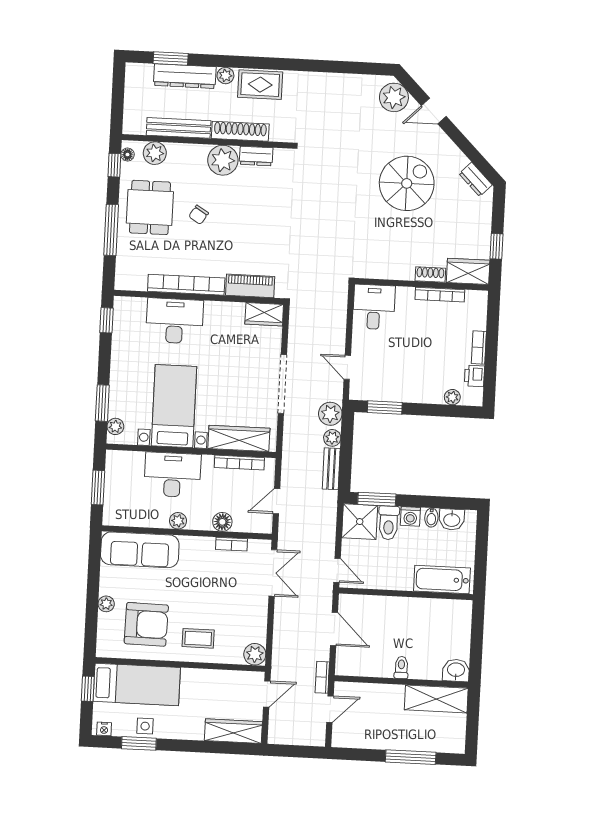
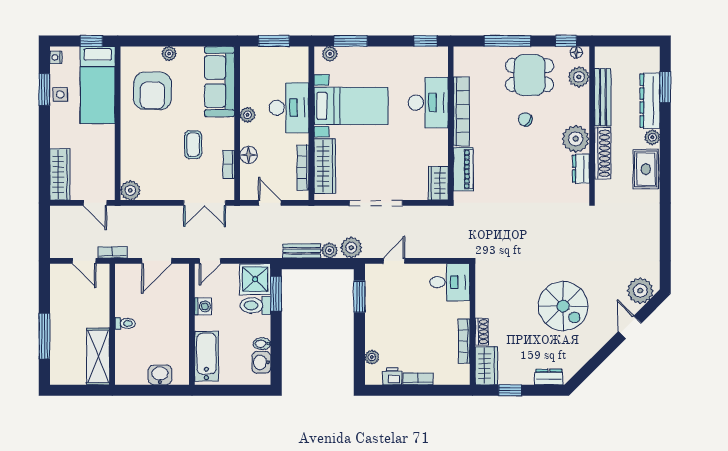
dresser: (476, 179) -> (549, 377), moved, turned 45
washing machine: (410, 516) -> (203, 306), moved, turned 180
coffee table: (198, 638) -> (193, 145), moved
washbasin: (456, 670) -> (160, 375), moved, turned -90

